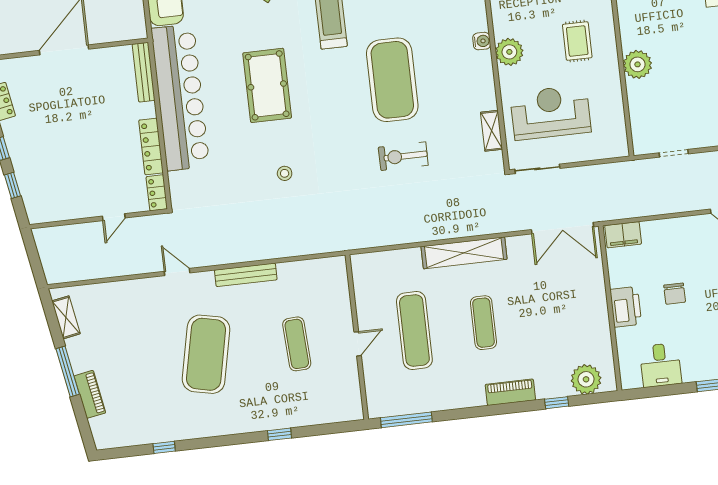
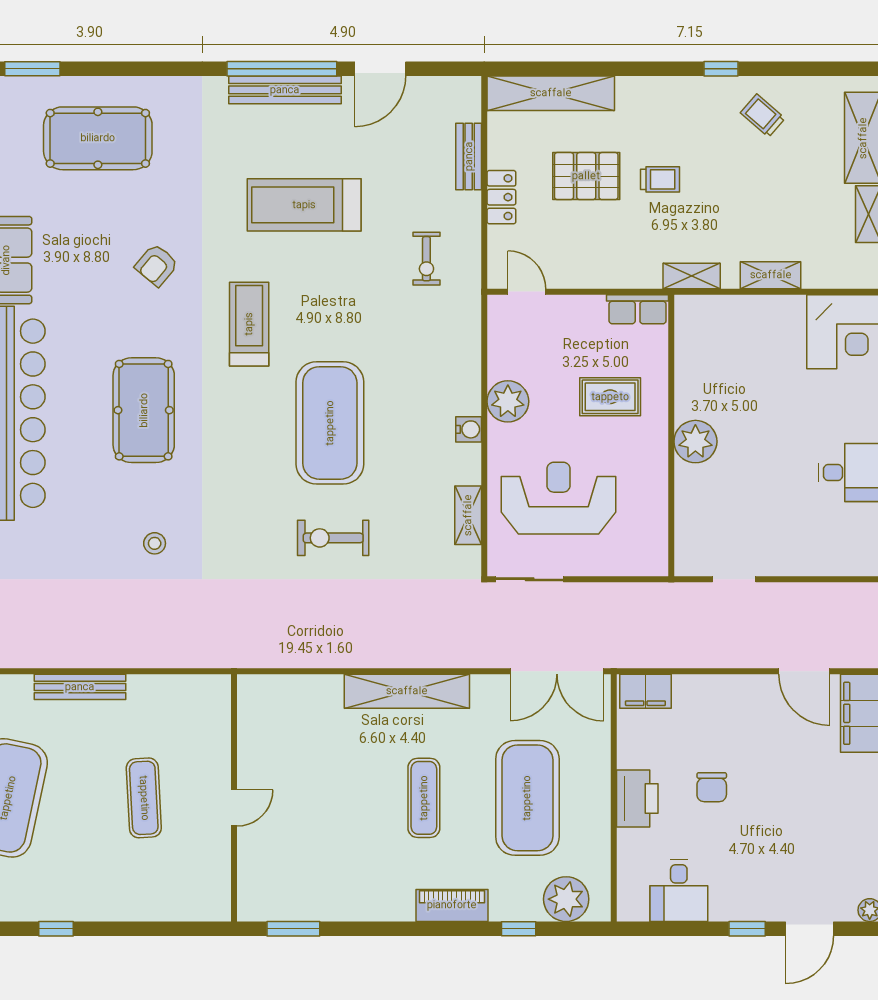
water cooler: (482, 41) -> (469, 429), moved
rug: (577, 41) -> (610, 397), turned 90
exercise mat: (414, 331) -> (527, 798), moved, width x1.47
window: (406, 420) -> (293, 929), width x0.69
window: (280, 434) -> (56, 929), moved

